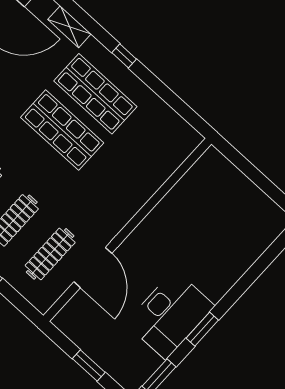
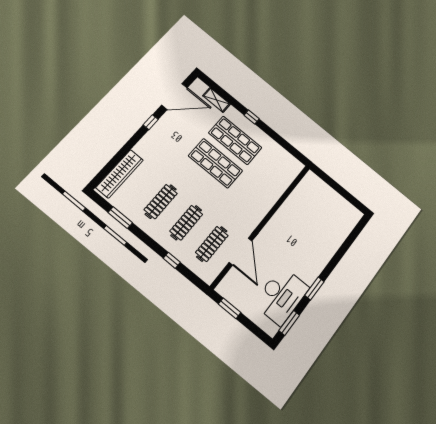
desk: (170, 314) -> (281, 296), moved
window: (89, 365) -> (230, 308), moved

